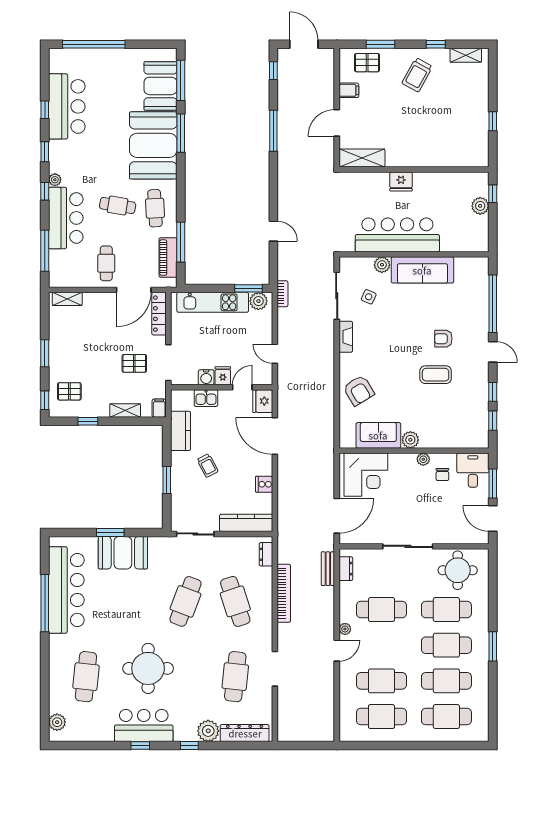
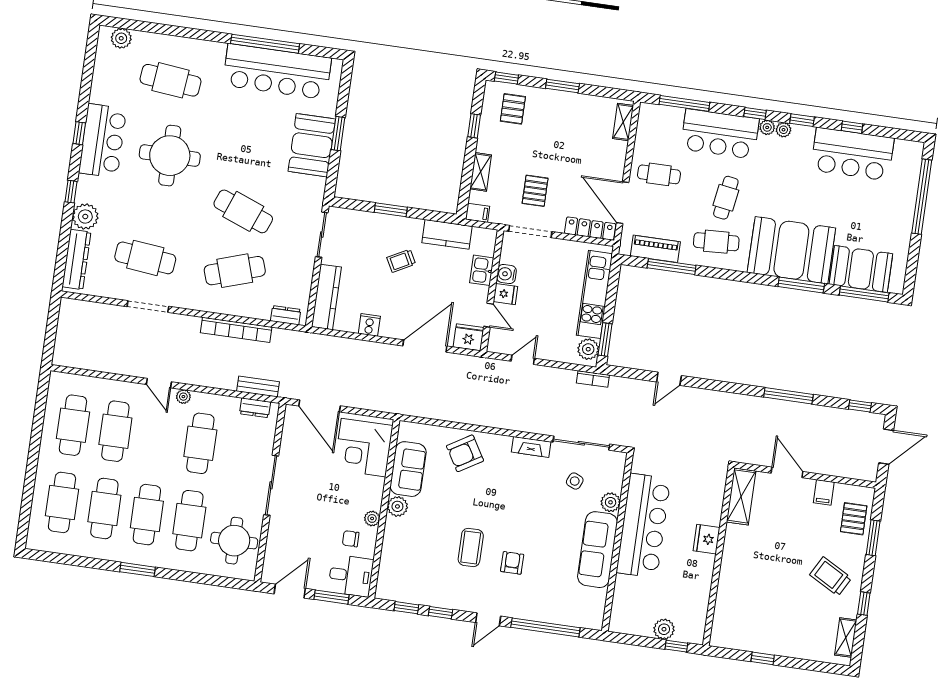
plant: (55, 166) -> (783, 130), added

